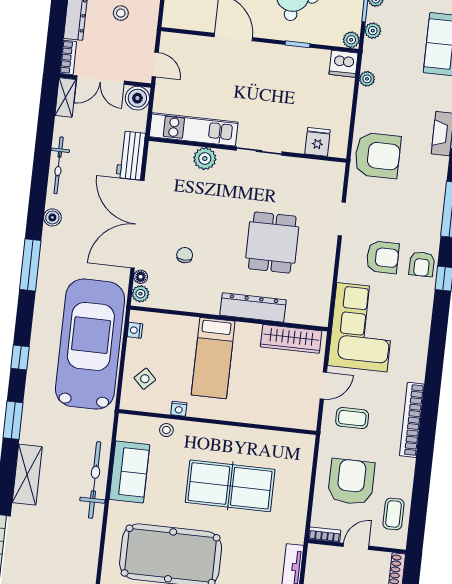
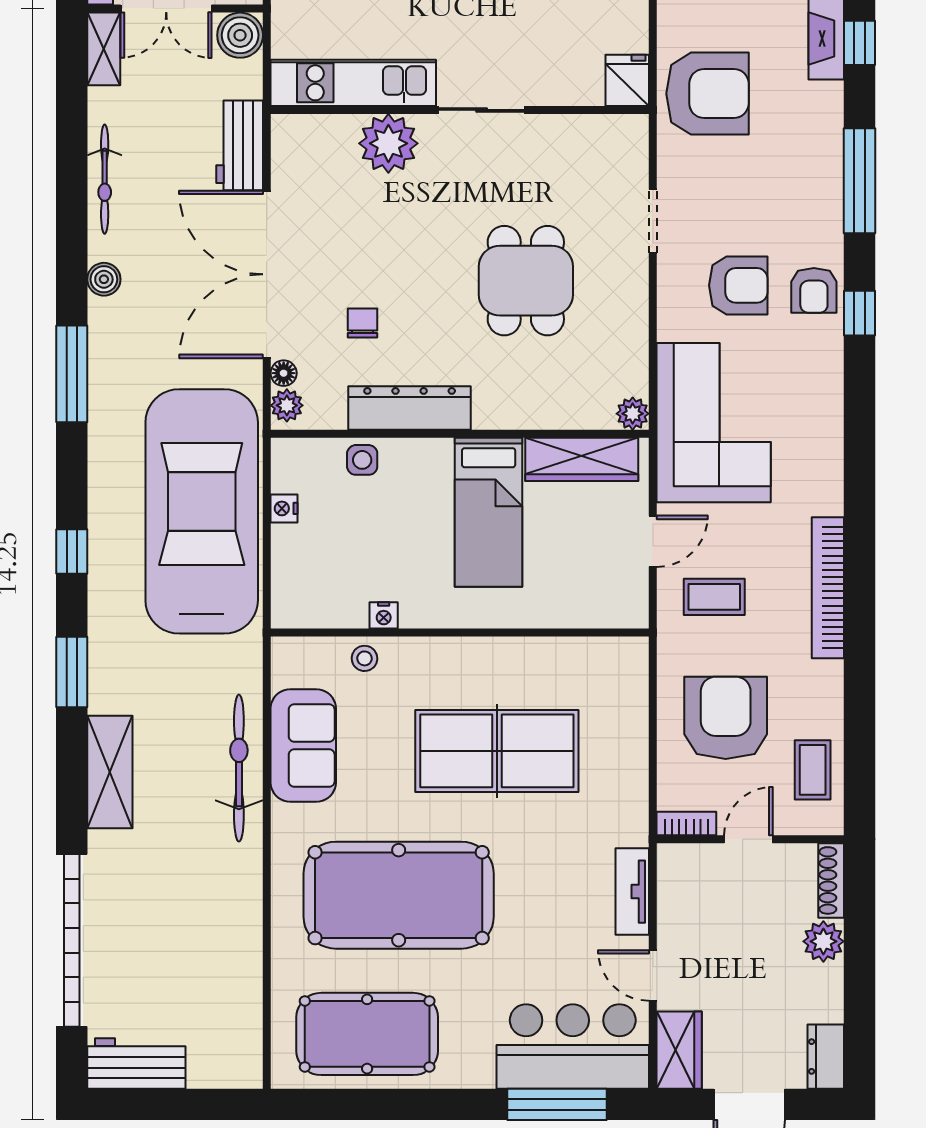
fridge: (318, 142) -> (627, 80), moved
plant: (205, 159) -> (388, 143), width x1.36, depth x1.36
dresser: (253, 307) -> (410, 408), moved
plant: (320, 318) -> (633, 414), added
nightstand: (135, 330) -> (284, 508), moved
bed: (213, 358) -> (489, 512), moved
side table: (145, 379) -> (362, 460), moved, turned 45

